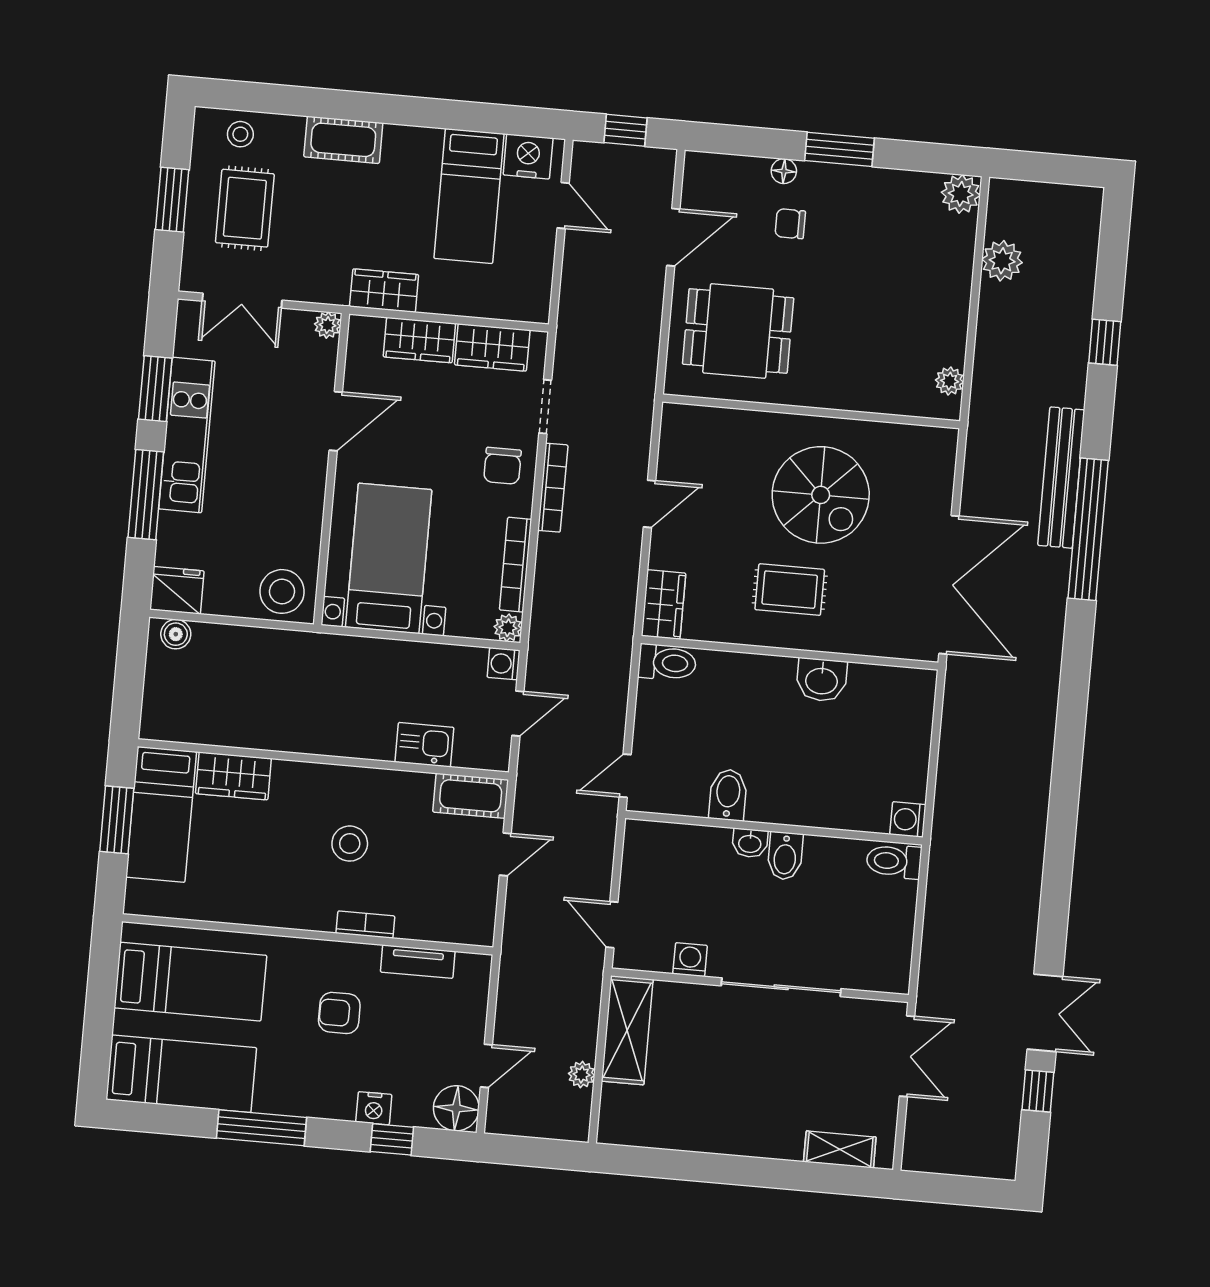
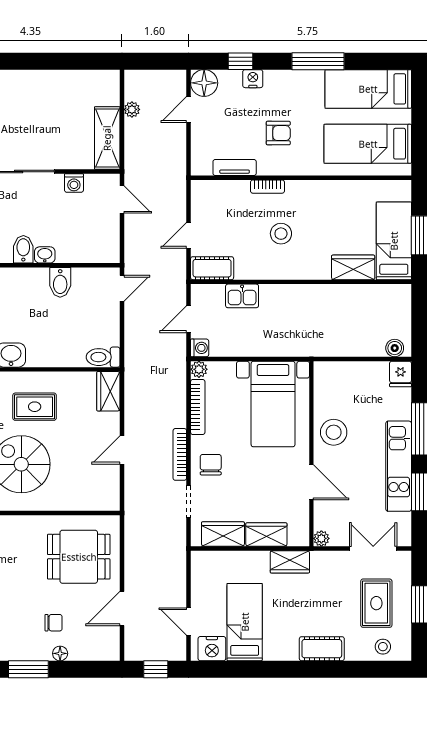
door: (336, 421) -> (311, 482), swing flipped
fridge: (177, 590) -> (401, 374), width x0.72
stool: (282, 591) -> (334, 432), moved

